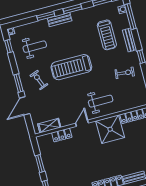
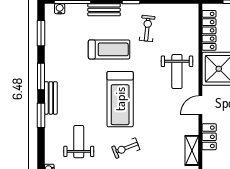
treadmill: (107, 35) -> (109, 49), moved
weight bench: (101, 101) -> (177, 72), turned 180
door: (82, 123) -> (200, 105), hinge flipped

